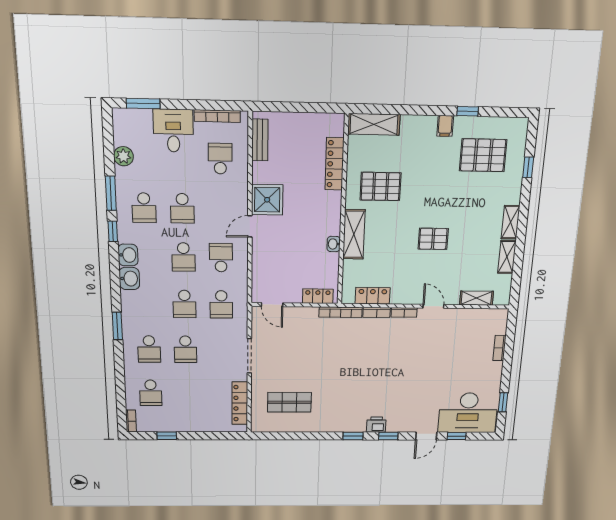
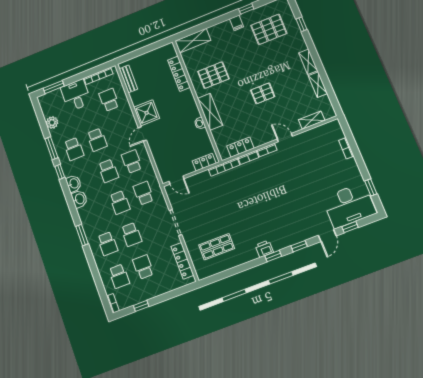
school desk: (221, 304) -> (143, 193), turned 180
school desk: (186, 393) -> (143, 267), added
printer: (376, 425) -> (264, 249), moved

